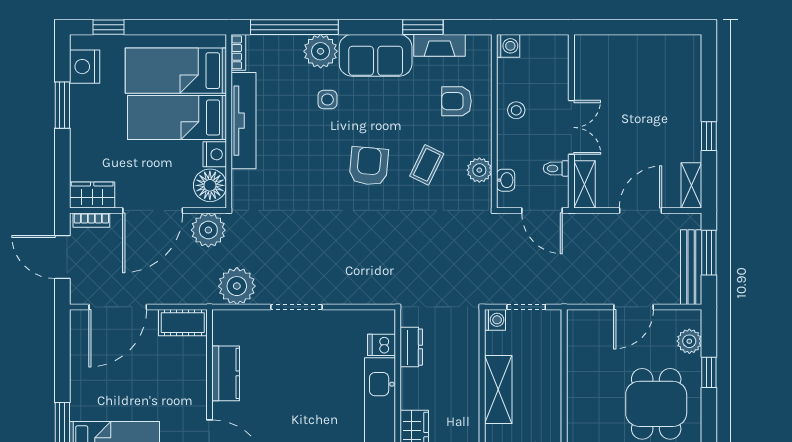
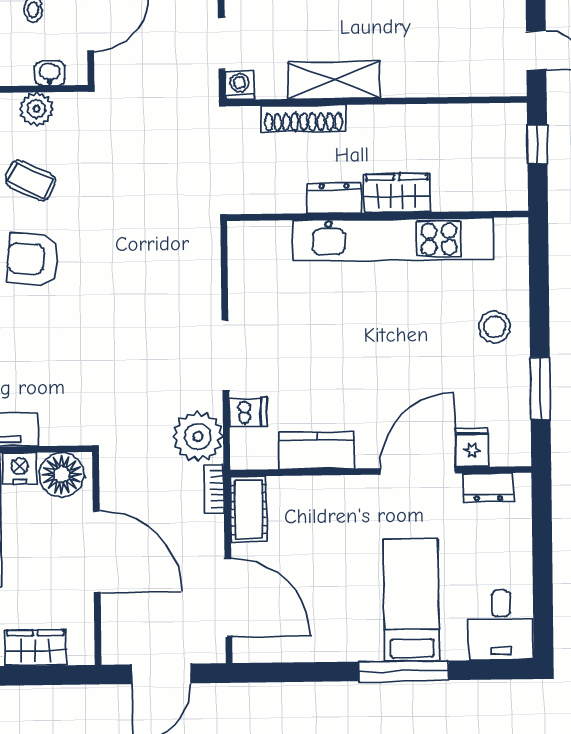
wardrobe: (92, 195) -> (35, 648), moved, turned 90
bookcase: (91, 220) -> (214, 489), moved, turned 180
plant: (208, 230) -> (122, 476), removed
dishwasher: (381, 345) -> (248, 412), moved, turned -90
dresser: (411, 347) -> (334, 198), moved
shoe rack: (470, 367) -> (304, 119), added

